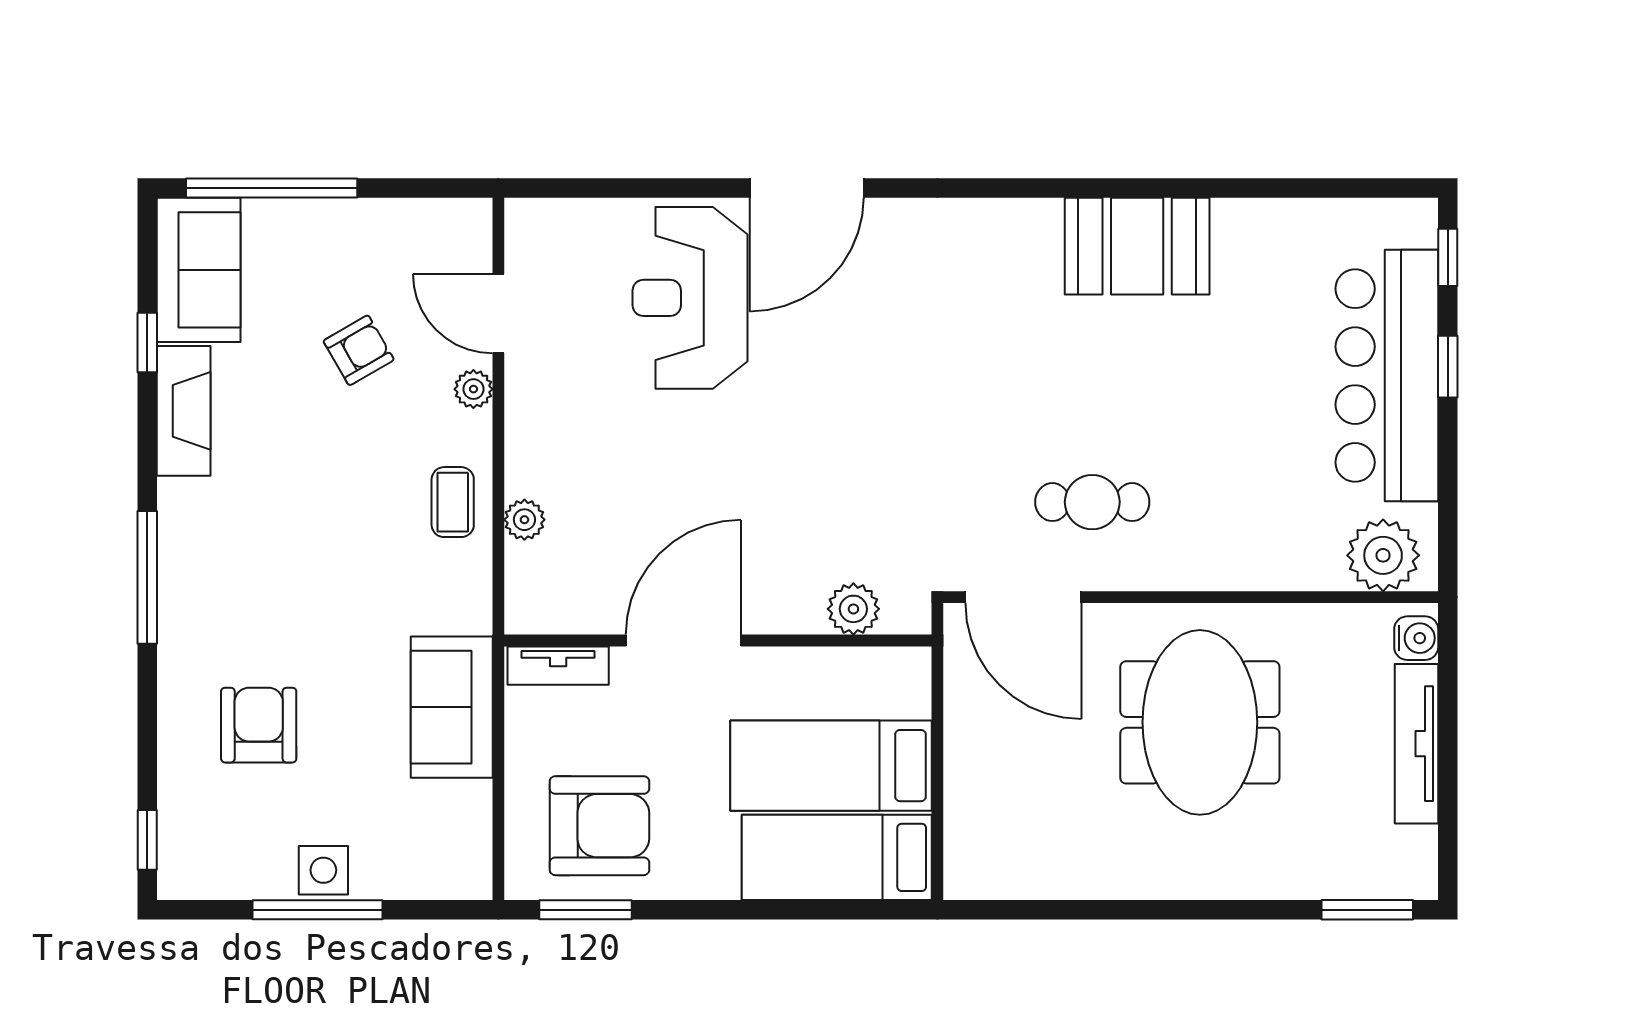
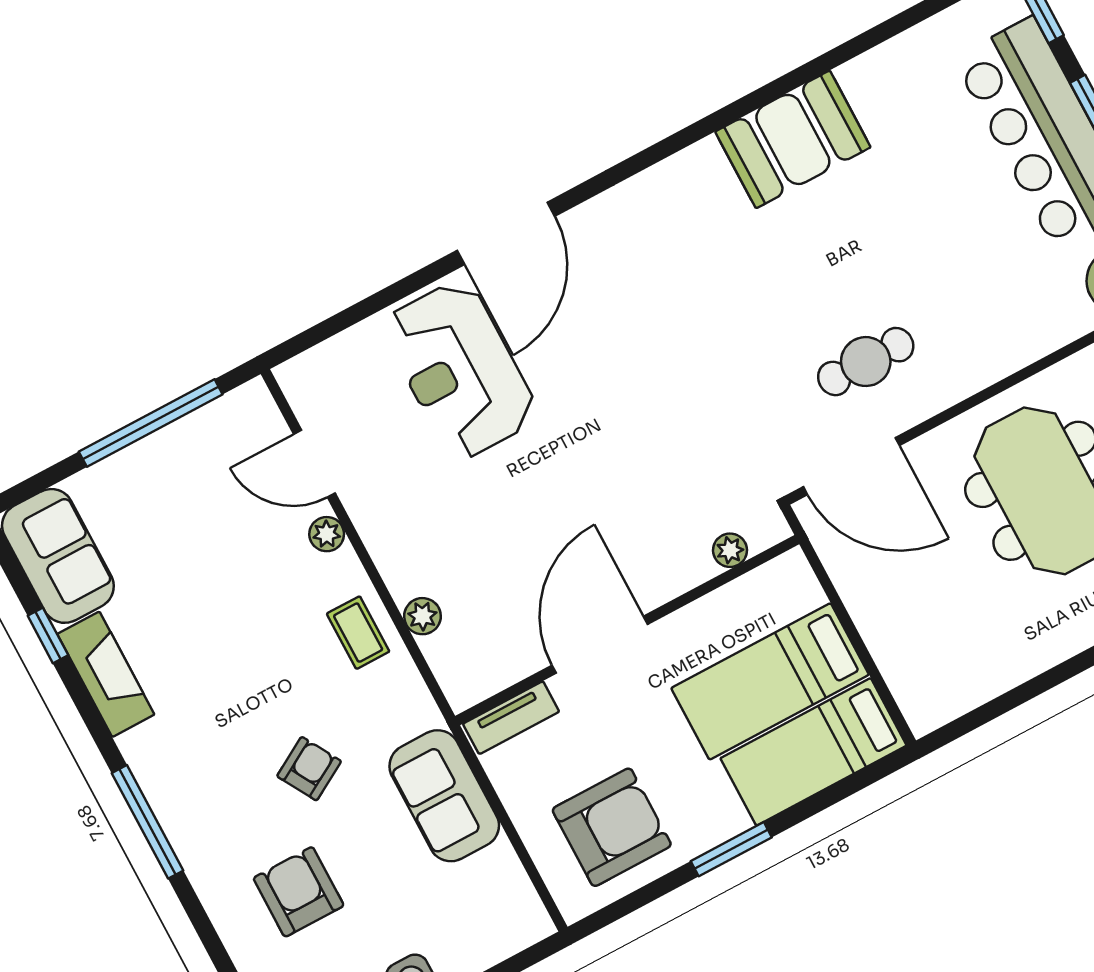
window: (272, 188) -> (151, 423), moved
armchair: (359, 350) -> (309, 769), moved
plant: (853, 609) -> (730, 550), width x0.73, depth x0.73
window: (585, 910) -> (731, 849), moved

